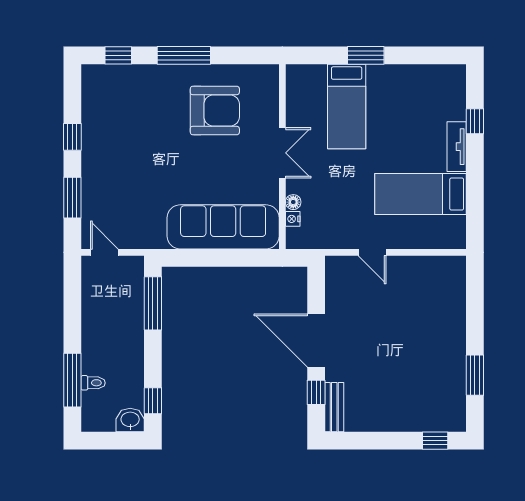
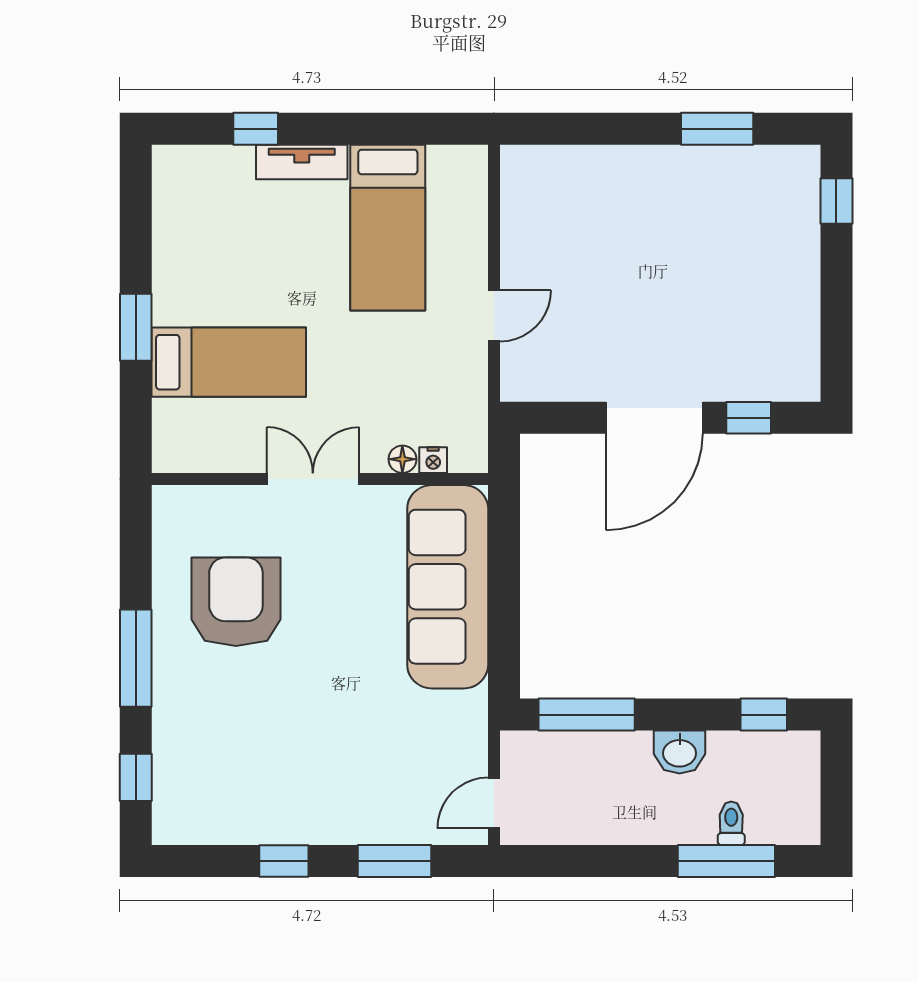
bench: (334, 407) -> (776, 385), removed
washbasin: (130, 420) -> (680, 752), moved, turned -90

